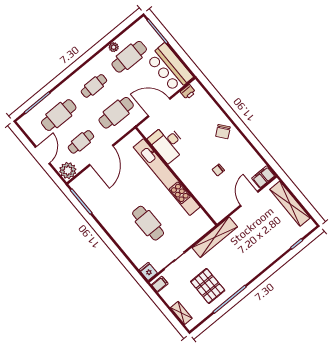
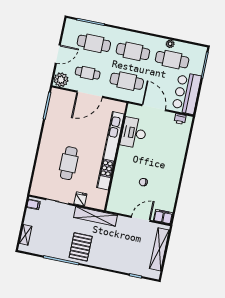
cafe table: (94, 86) -> (133, 51), width x1.37, depth x1.35
chair: (223, 132) -> (172, 164), removed
fridge: (148, 271) -> (80, 199), moved
pallet: (208, 286) -> (81, 247), moved

